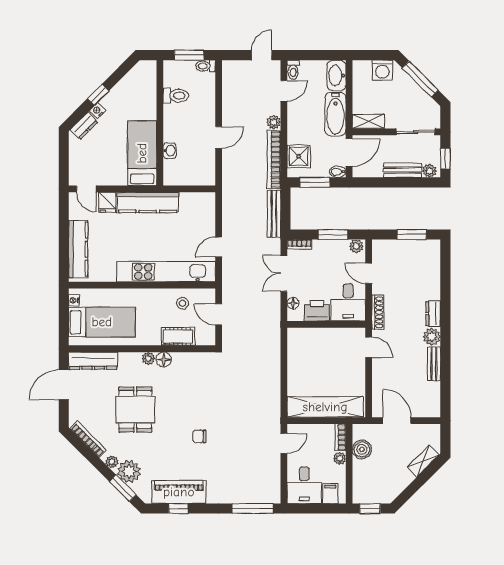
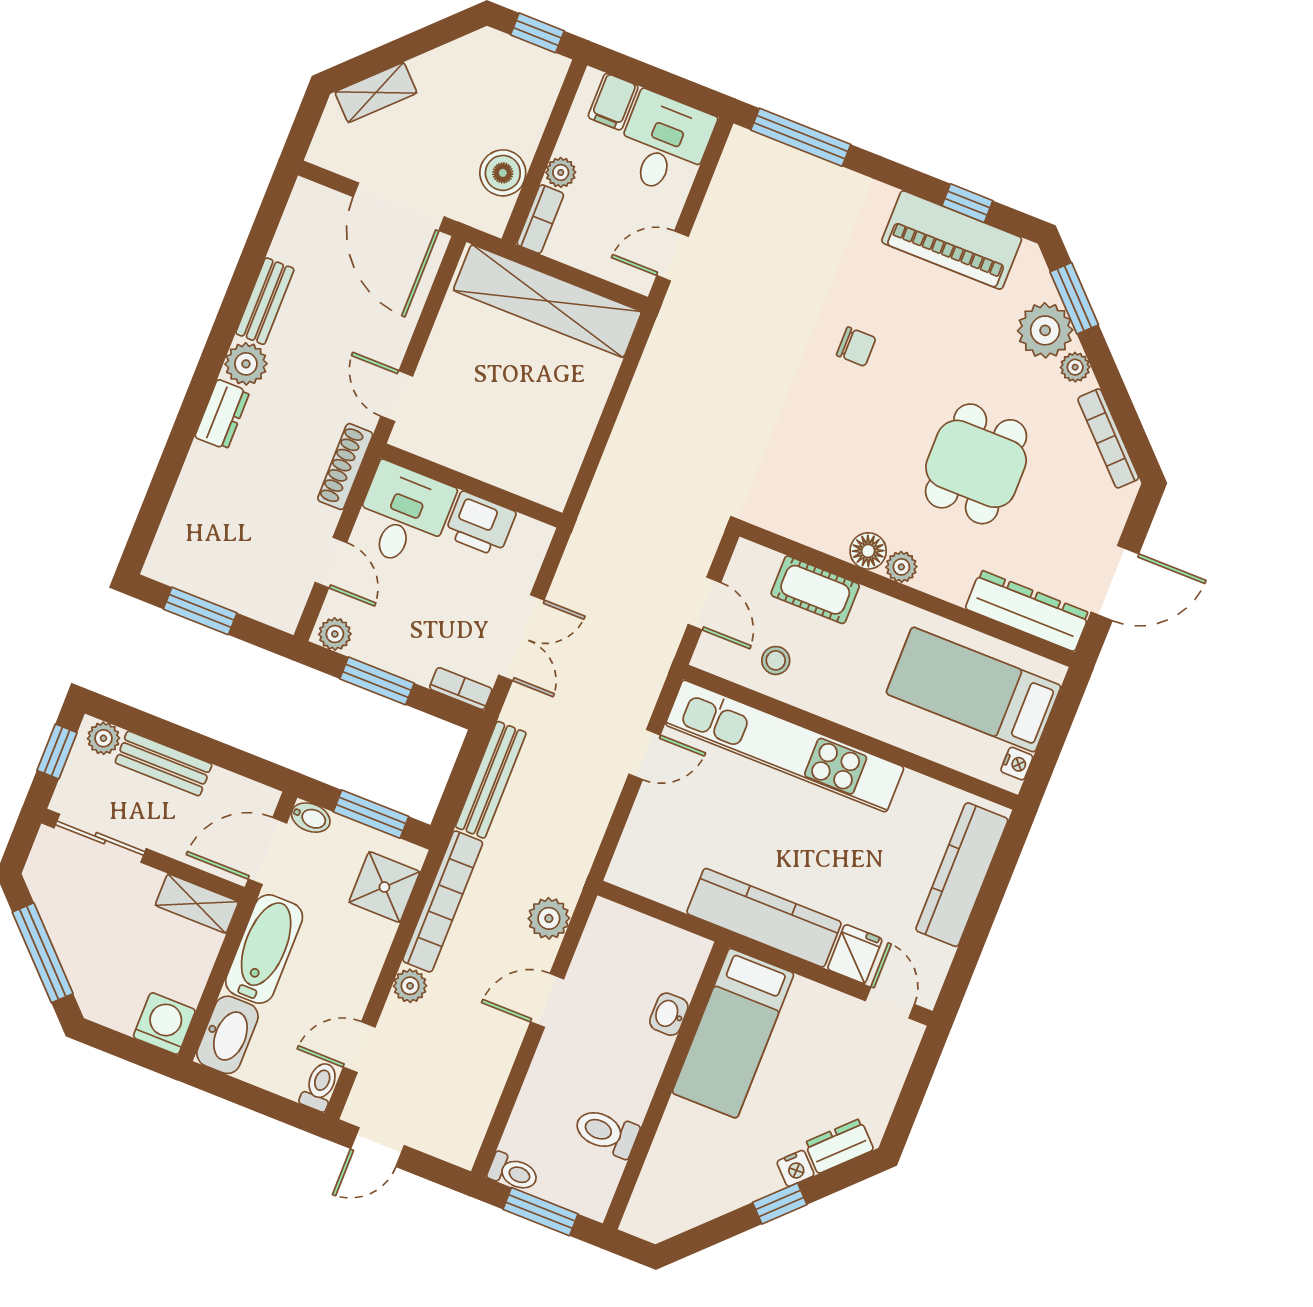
washing machine: (382, 70) -> (164, 1024), moved
plant: (231, 169) -> (549, 918), added
floor lamp: (293, 303) -> (528, 562), removed
door: (397, 421) -> (399, 207), width x1.36

